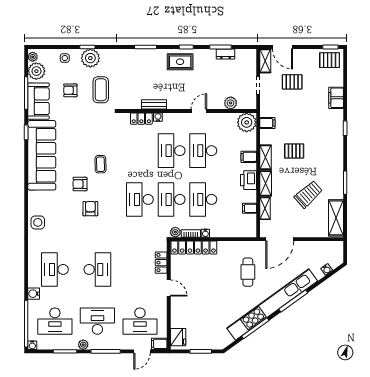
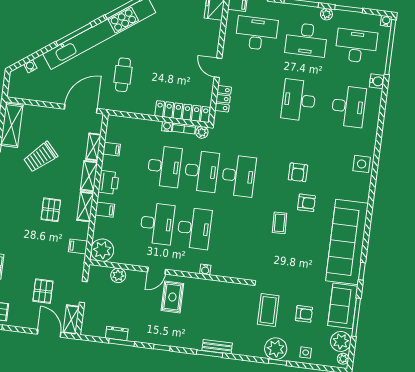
rug: (180, 62) -> (172, 297), moved, turned 90
pallet: (292, 82) -> (43, 291), turned 90
bench: (154, 104) -> (217, 347), moved
locker: (141, 119) -> (225, 270), removed
pallet: (294, 151) -> (51, 210), turned 90

